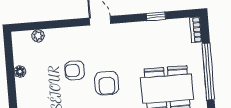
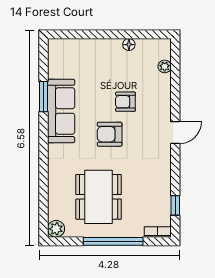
window: (156, 16) -> (175, 205), moved
armchair: (75, 70) -> (125, 102), turned -90

